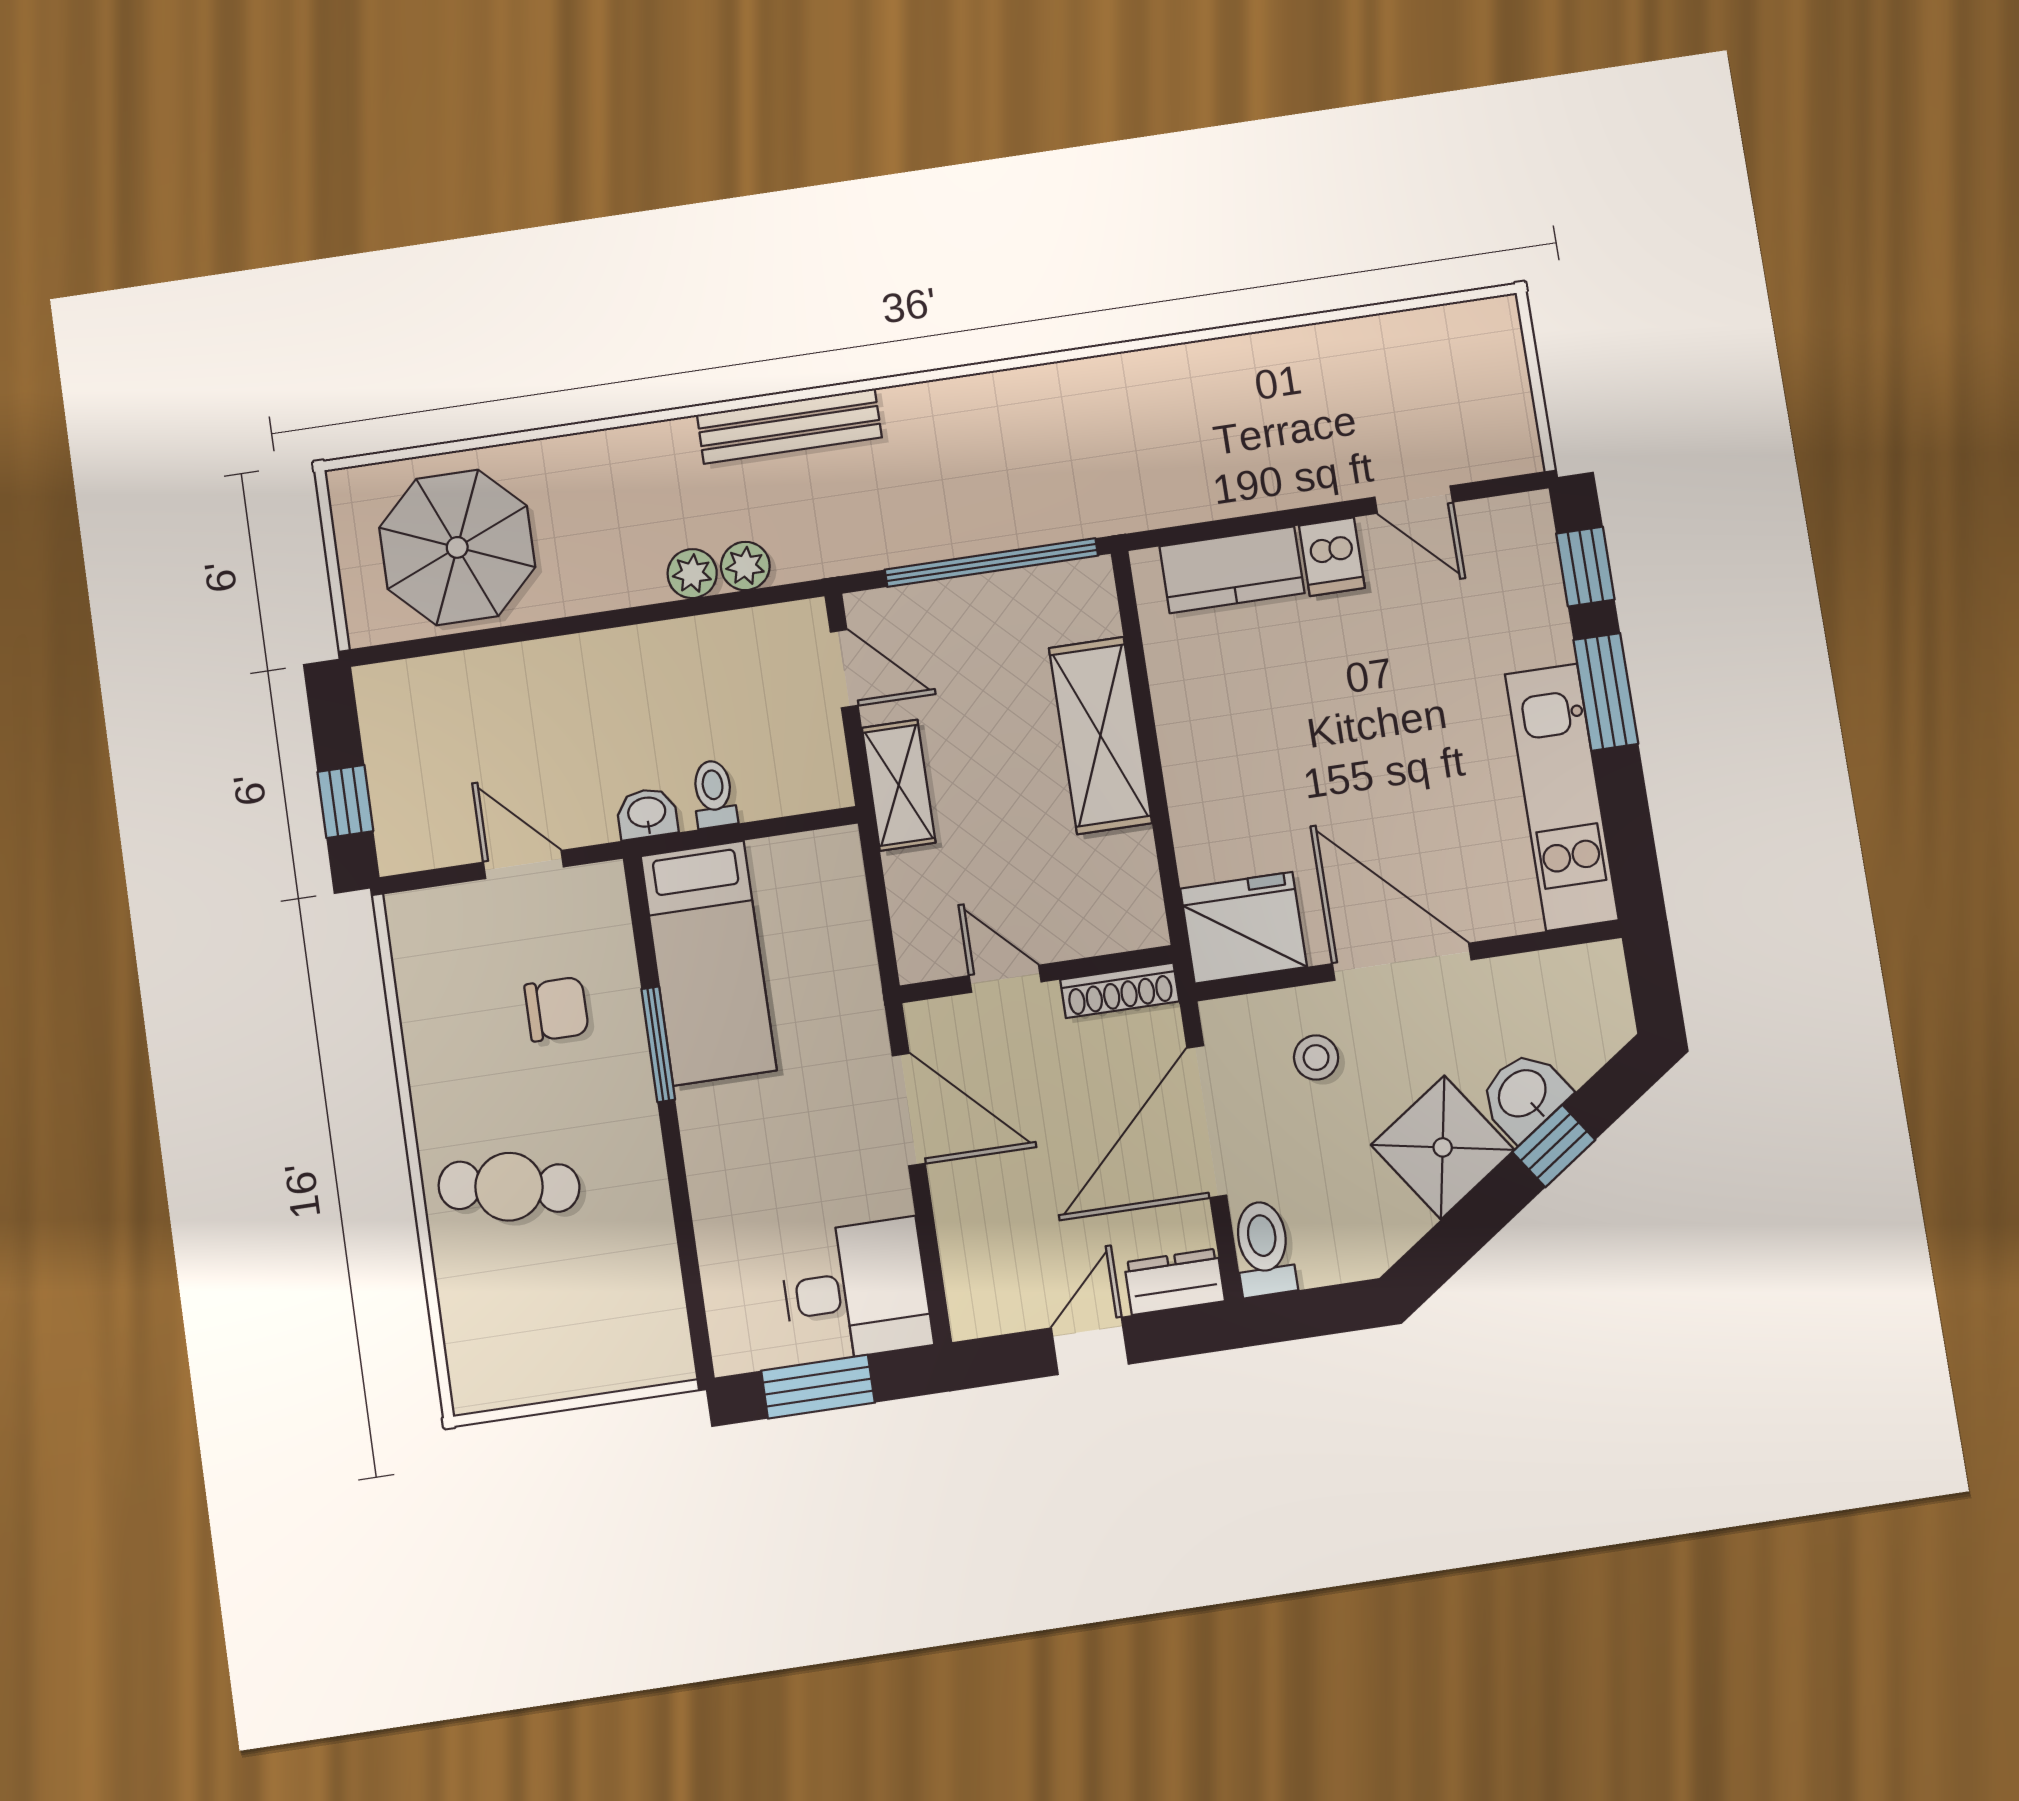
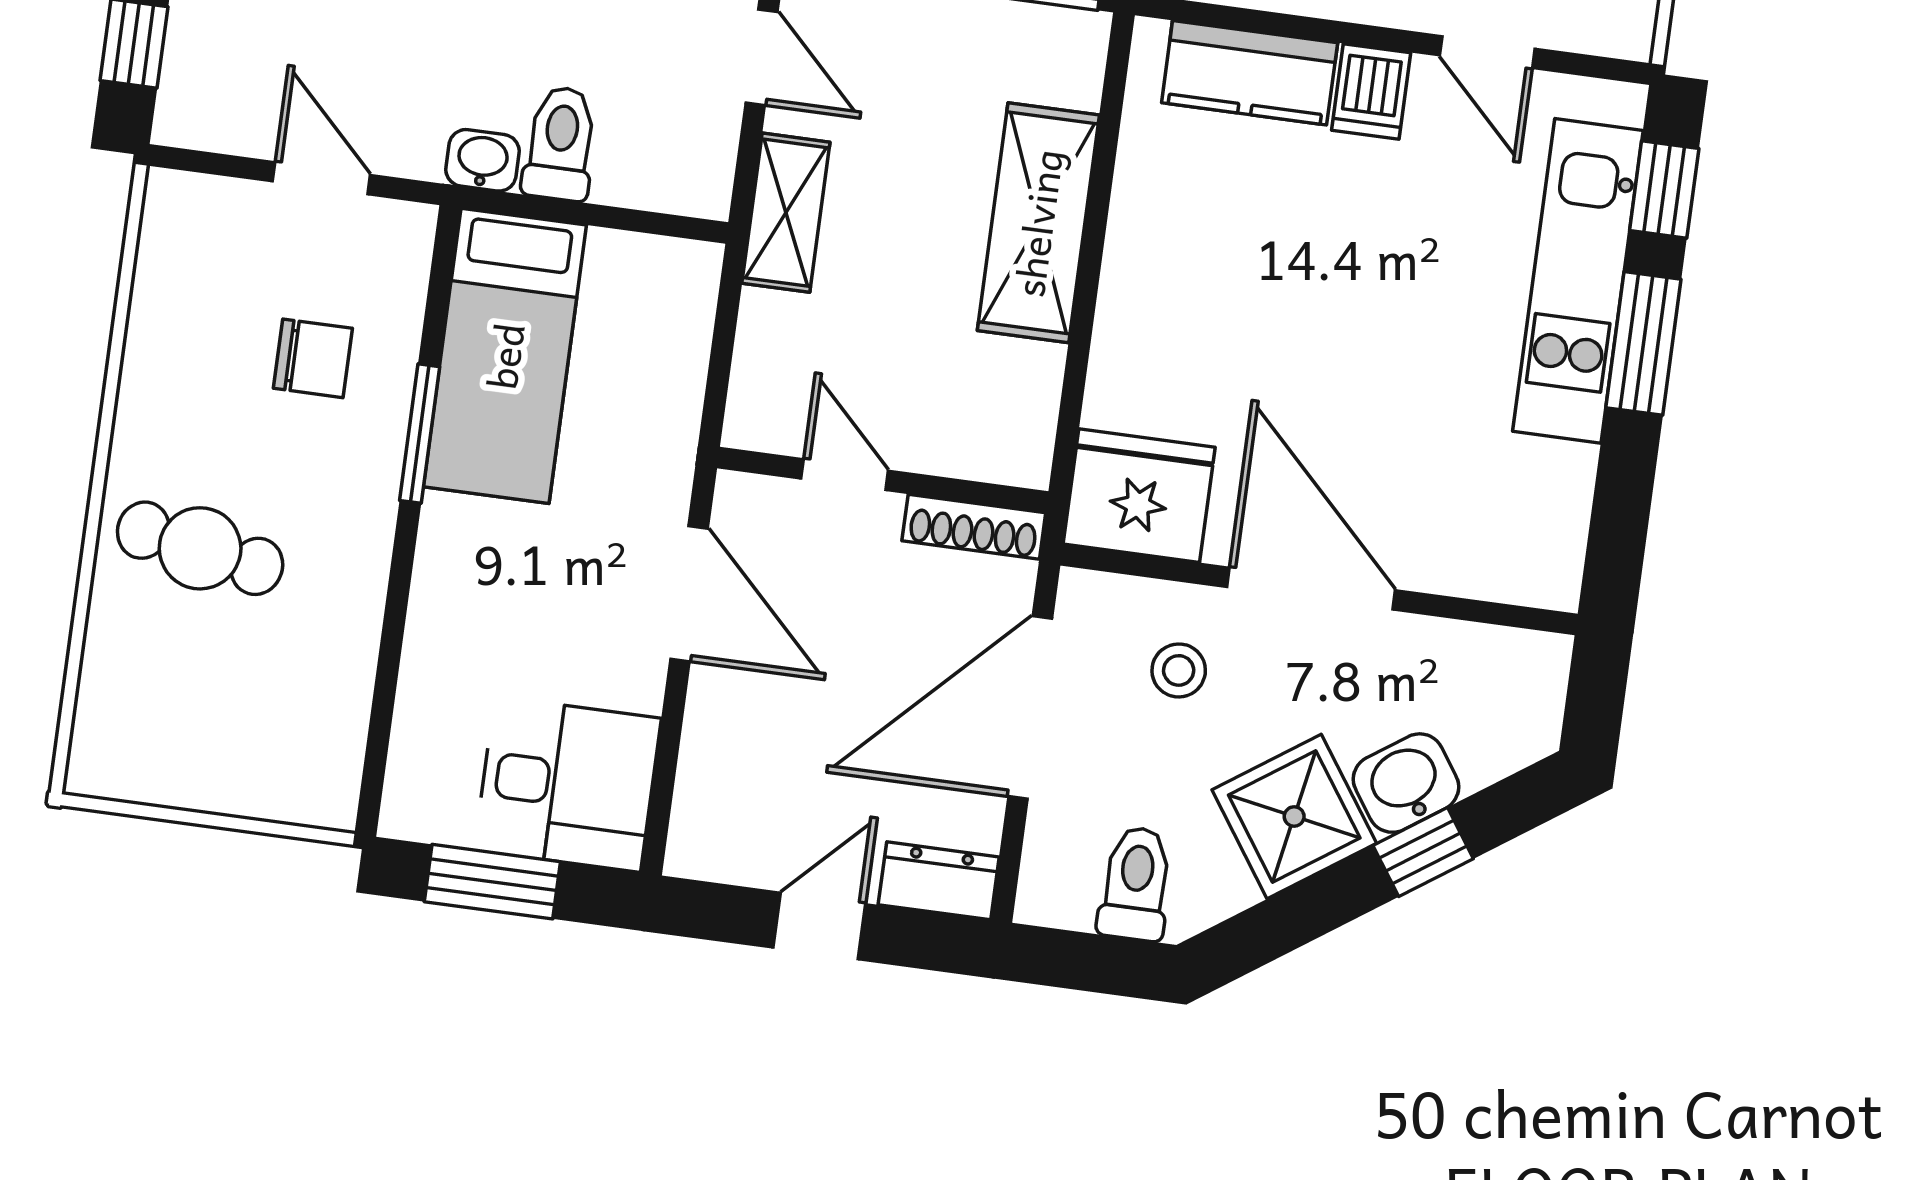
toilet: (714, 794) -> (560, 144), width x1.37, depth x1.39
kitchen unit: (1562, 797) -> (1578, 281), moved
toilet: (1264, 1248) -> (1136, 884), moved

